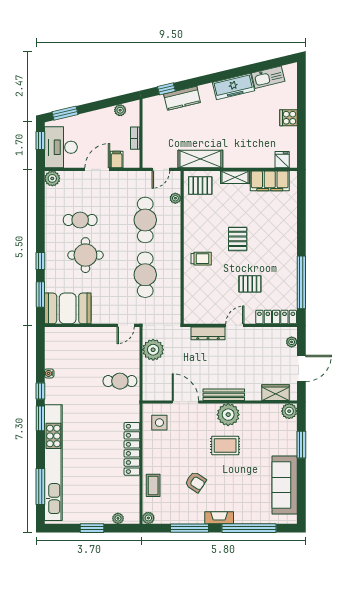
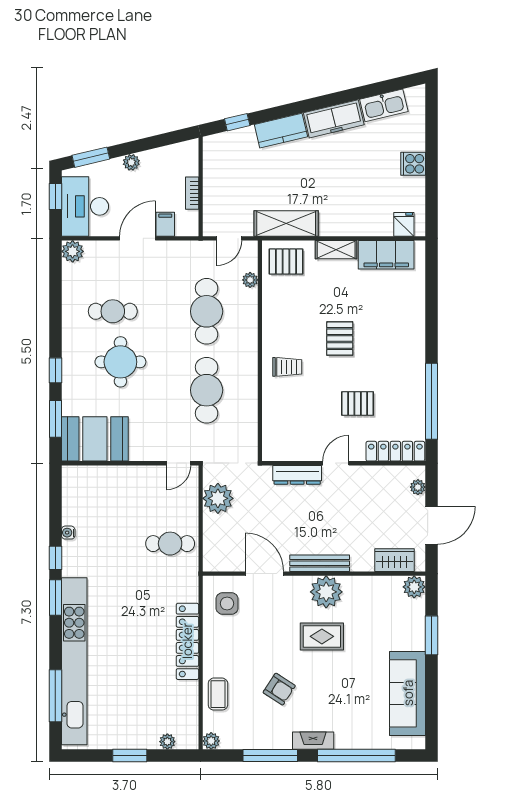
kitchen counter: (182, 98) -> (281, 131), moved
plant: (120, 110) -> (131, 162), moved

